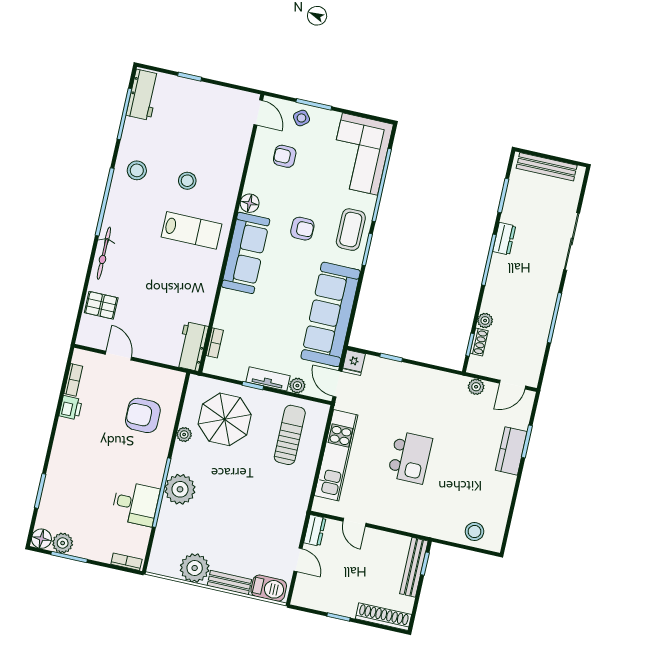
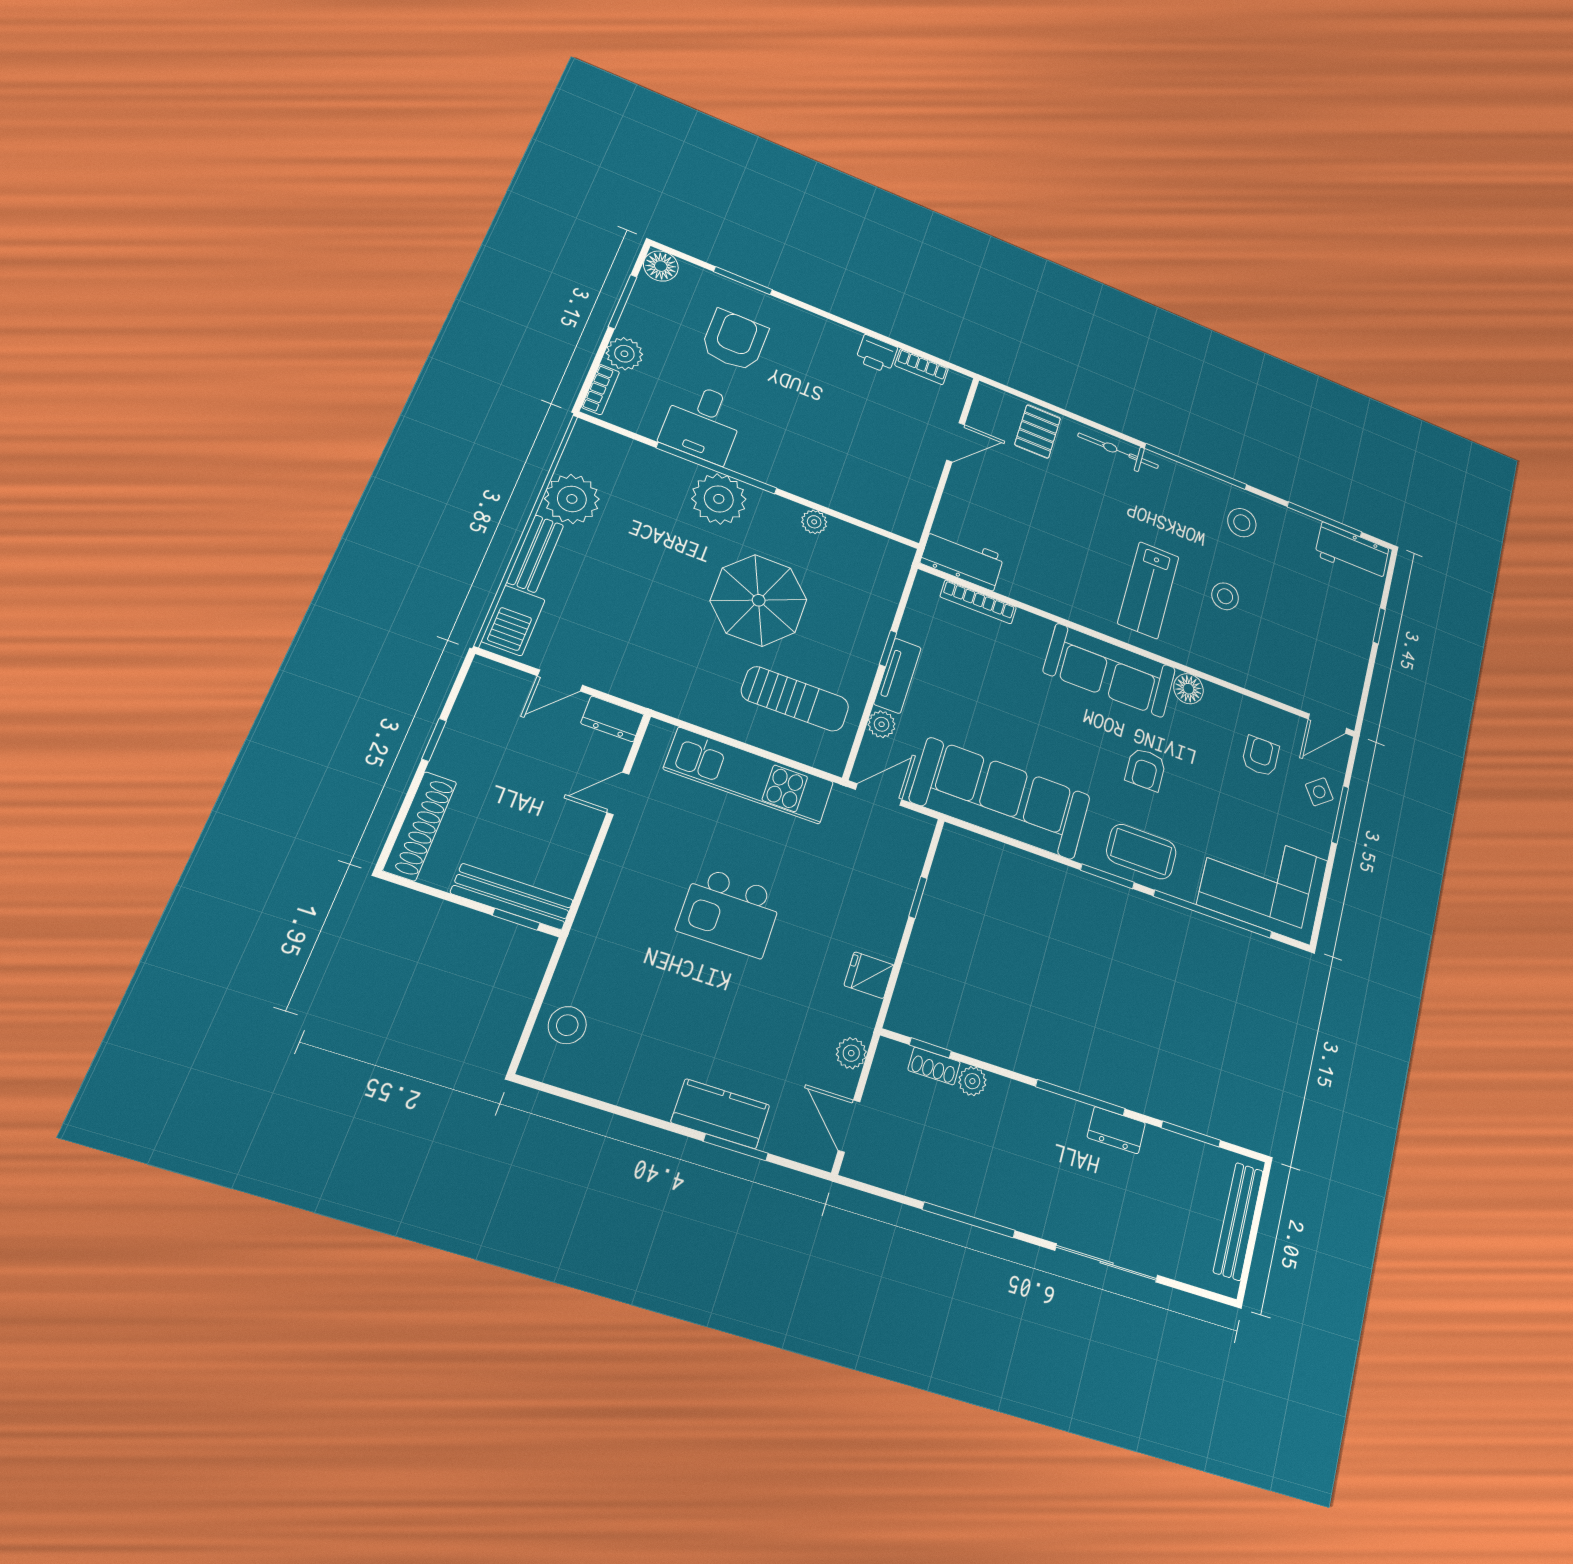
bookcase: (215, 343) -> (978, 602), width x1.56
fridge: (354, 363) -> (869, 975), moved
armchair: (143, 415) -> (735, 340), moved
parasol: (225, 419) -> (759, 600), moved
plant: (63, 543) -> (624, 354), moved

